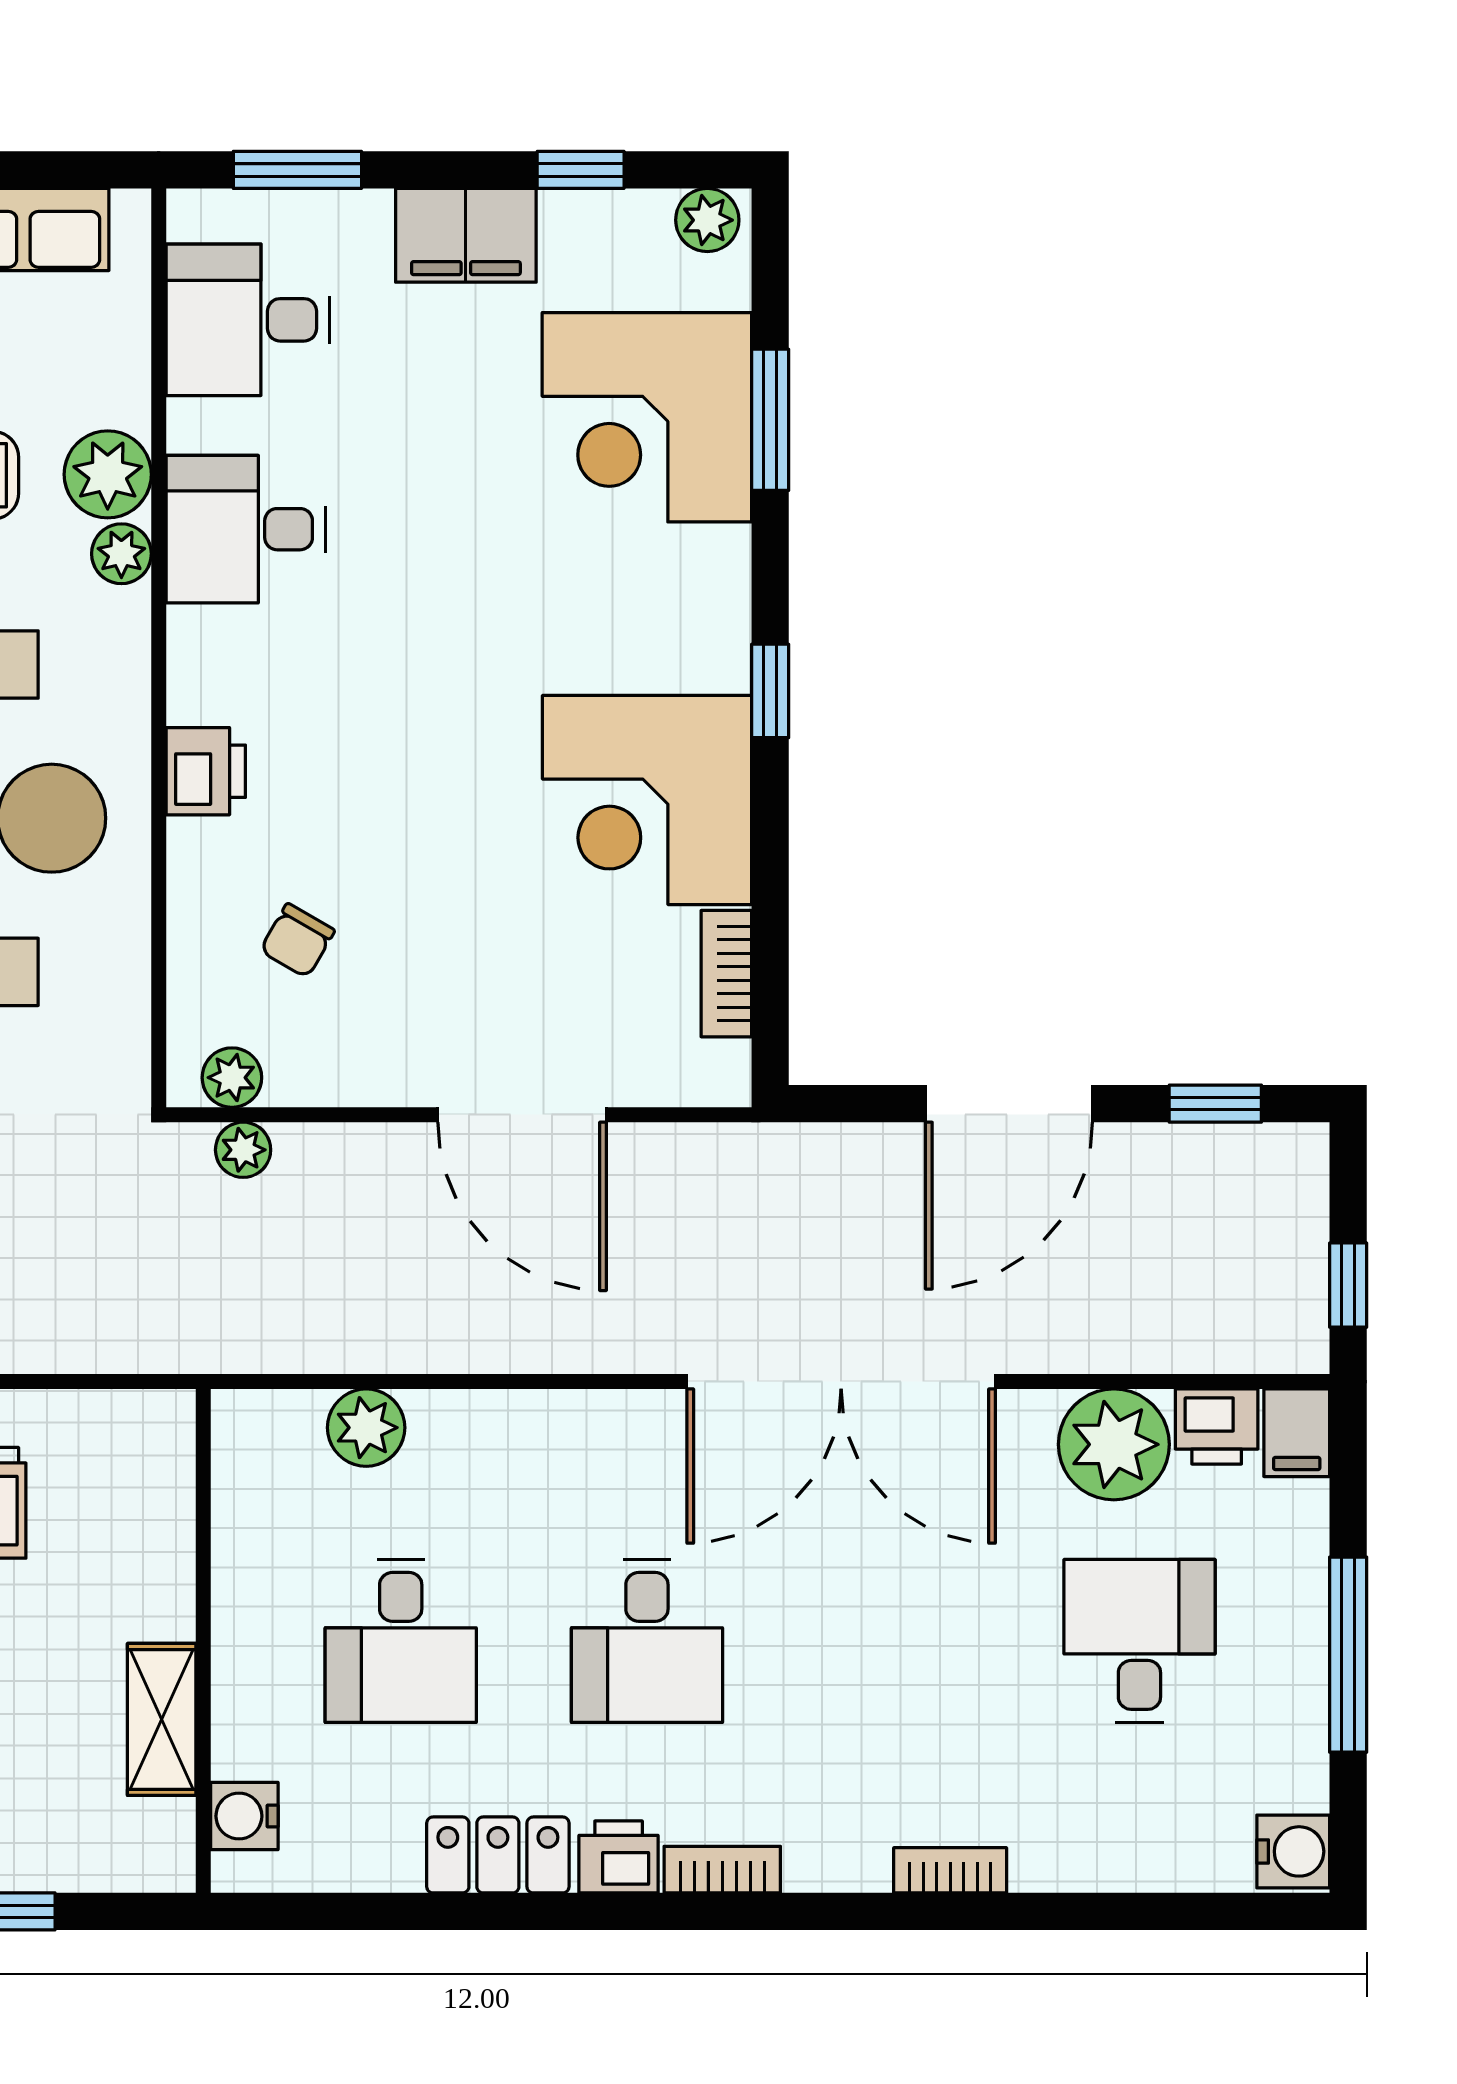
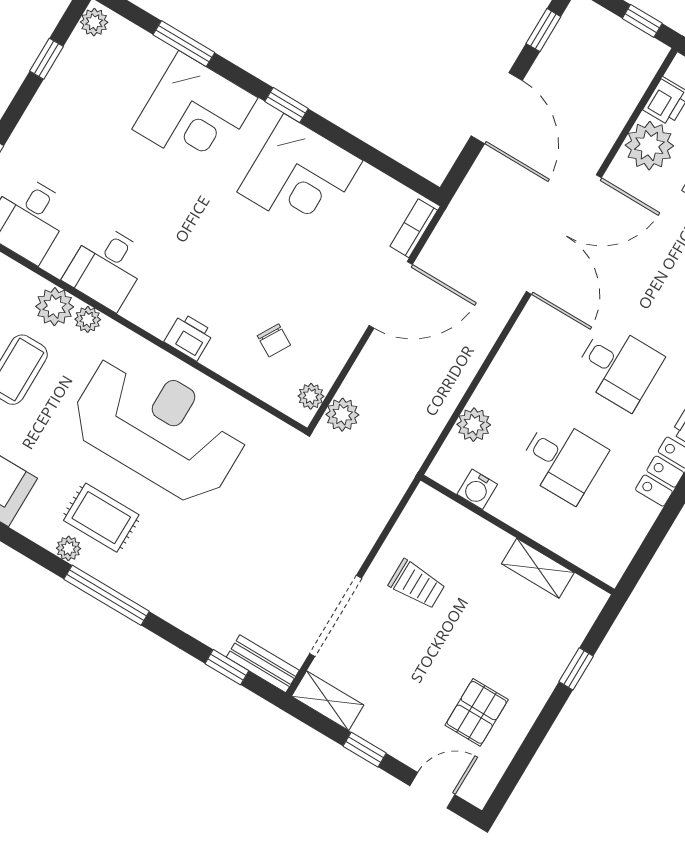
filing cabinet: (466, 235) -> (45, 117), removed
corner desk: (647, 417) -> (195, 114), moved
bookcase: (726, 974) -> (414, 228), moved, turned 90
plant: (243, 1150) -> (342, 415), width x1.38, depth x1.38
water cooler: (244, 1816) -> (477, 489), moved

